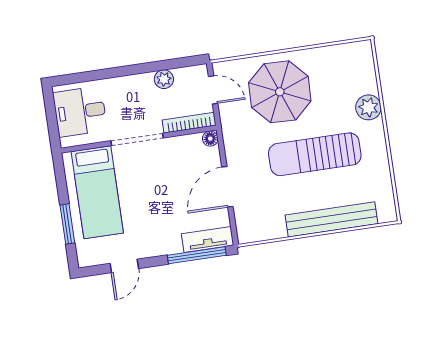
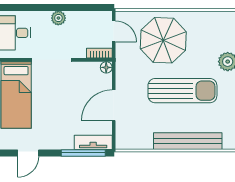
plant: (164, 79) -> (58, 18), moved
bookcase: (189, 123) -> (99, 53), width x0.64
sun lounger: (315, 154) -> (182, 91), turned 180

